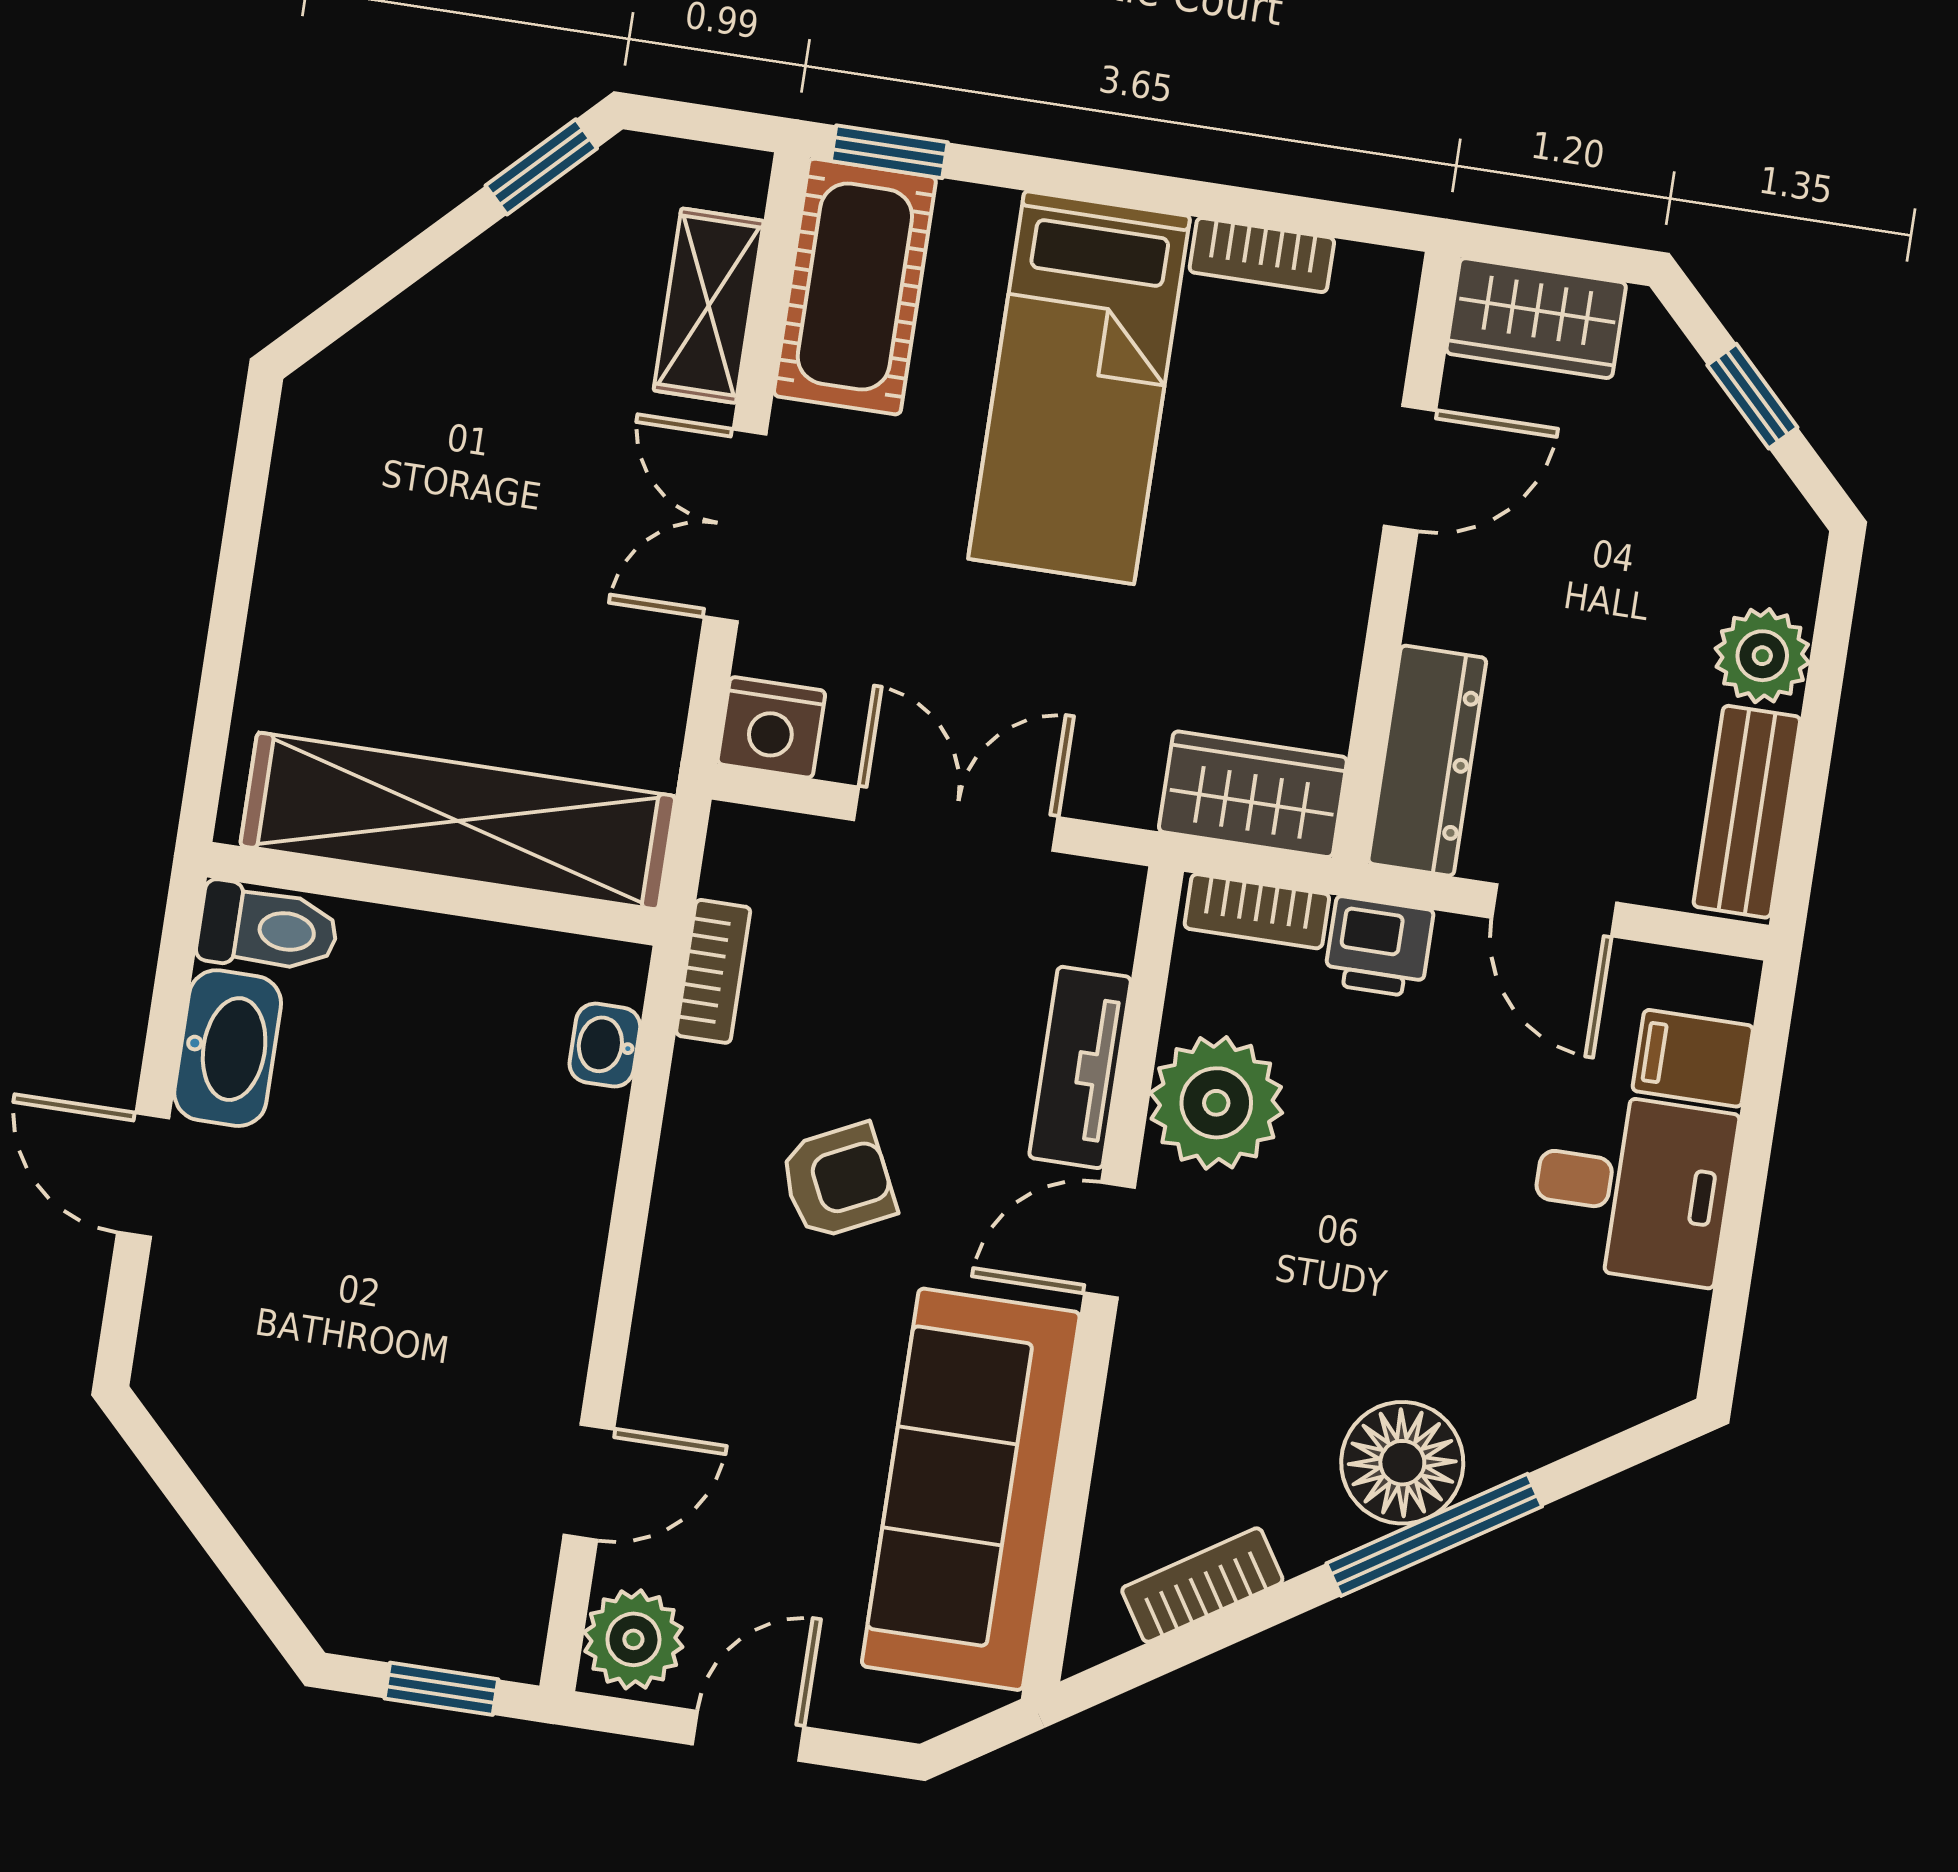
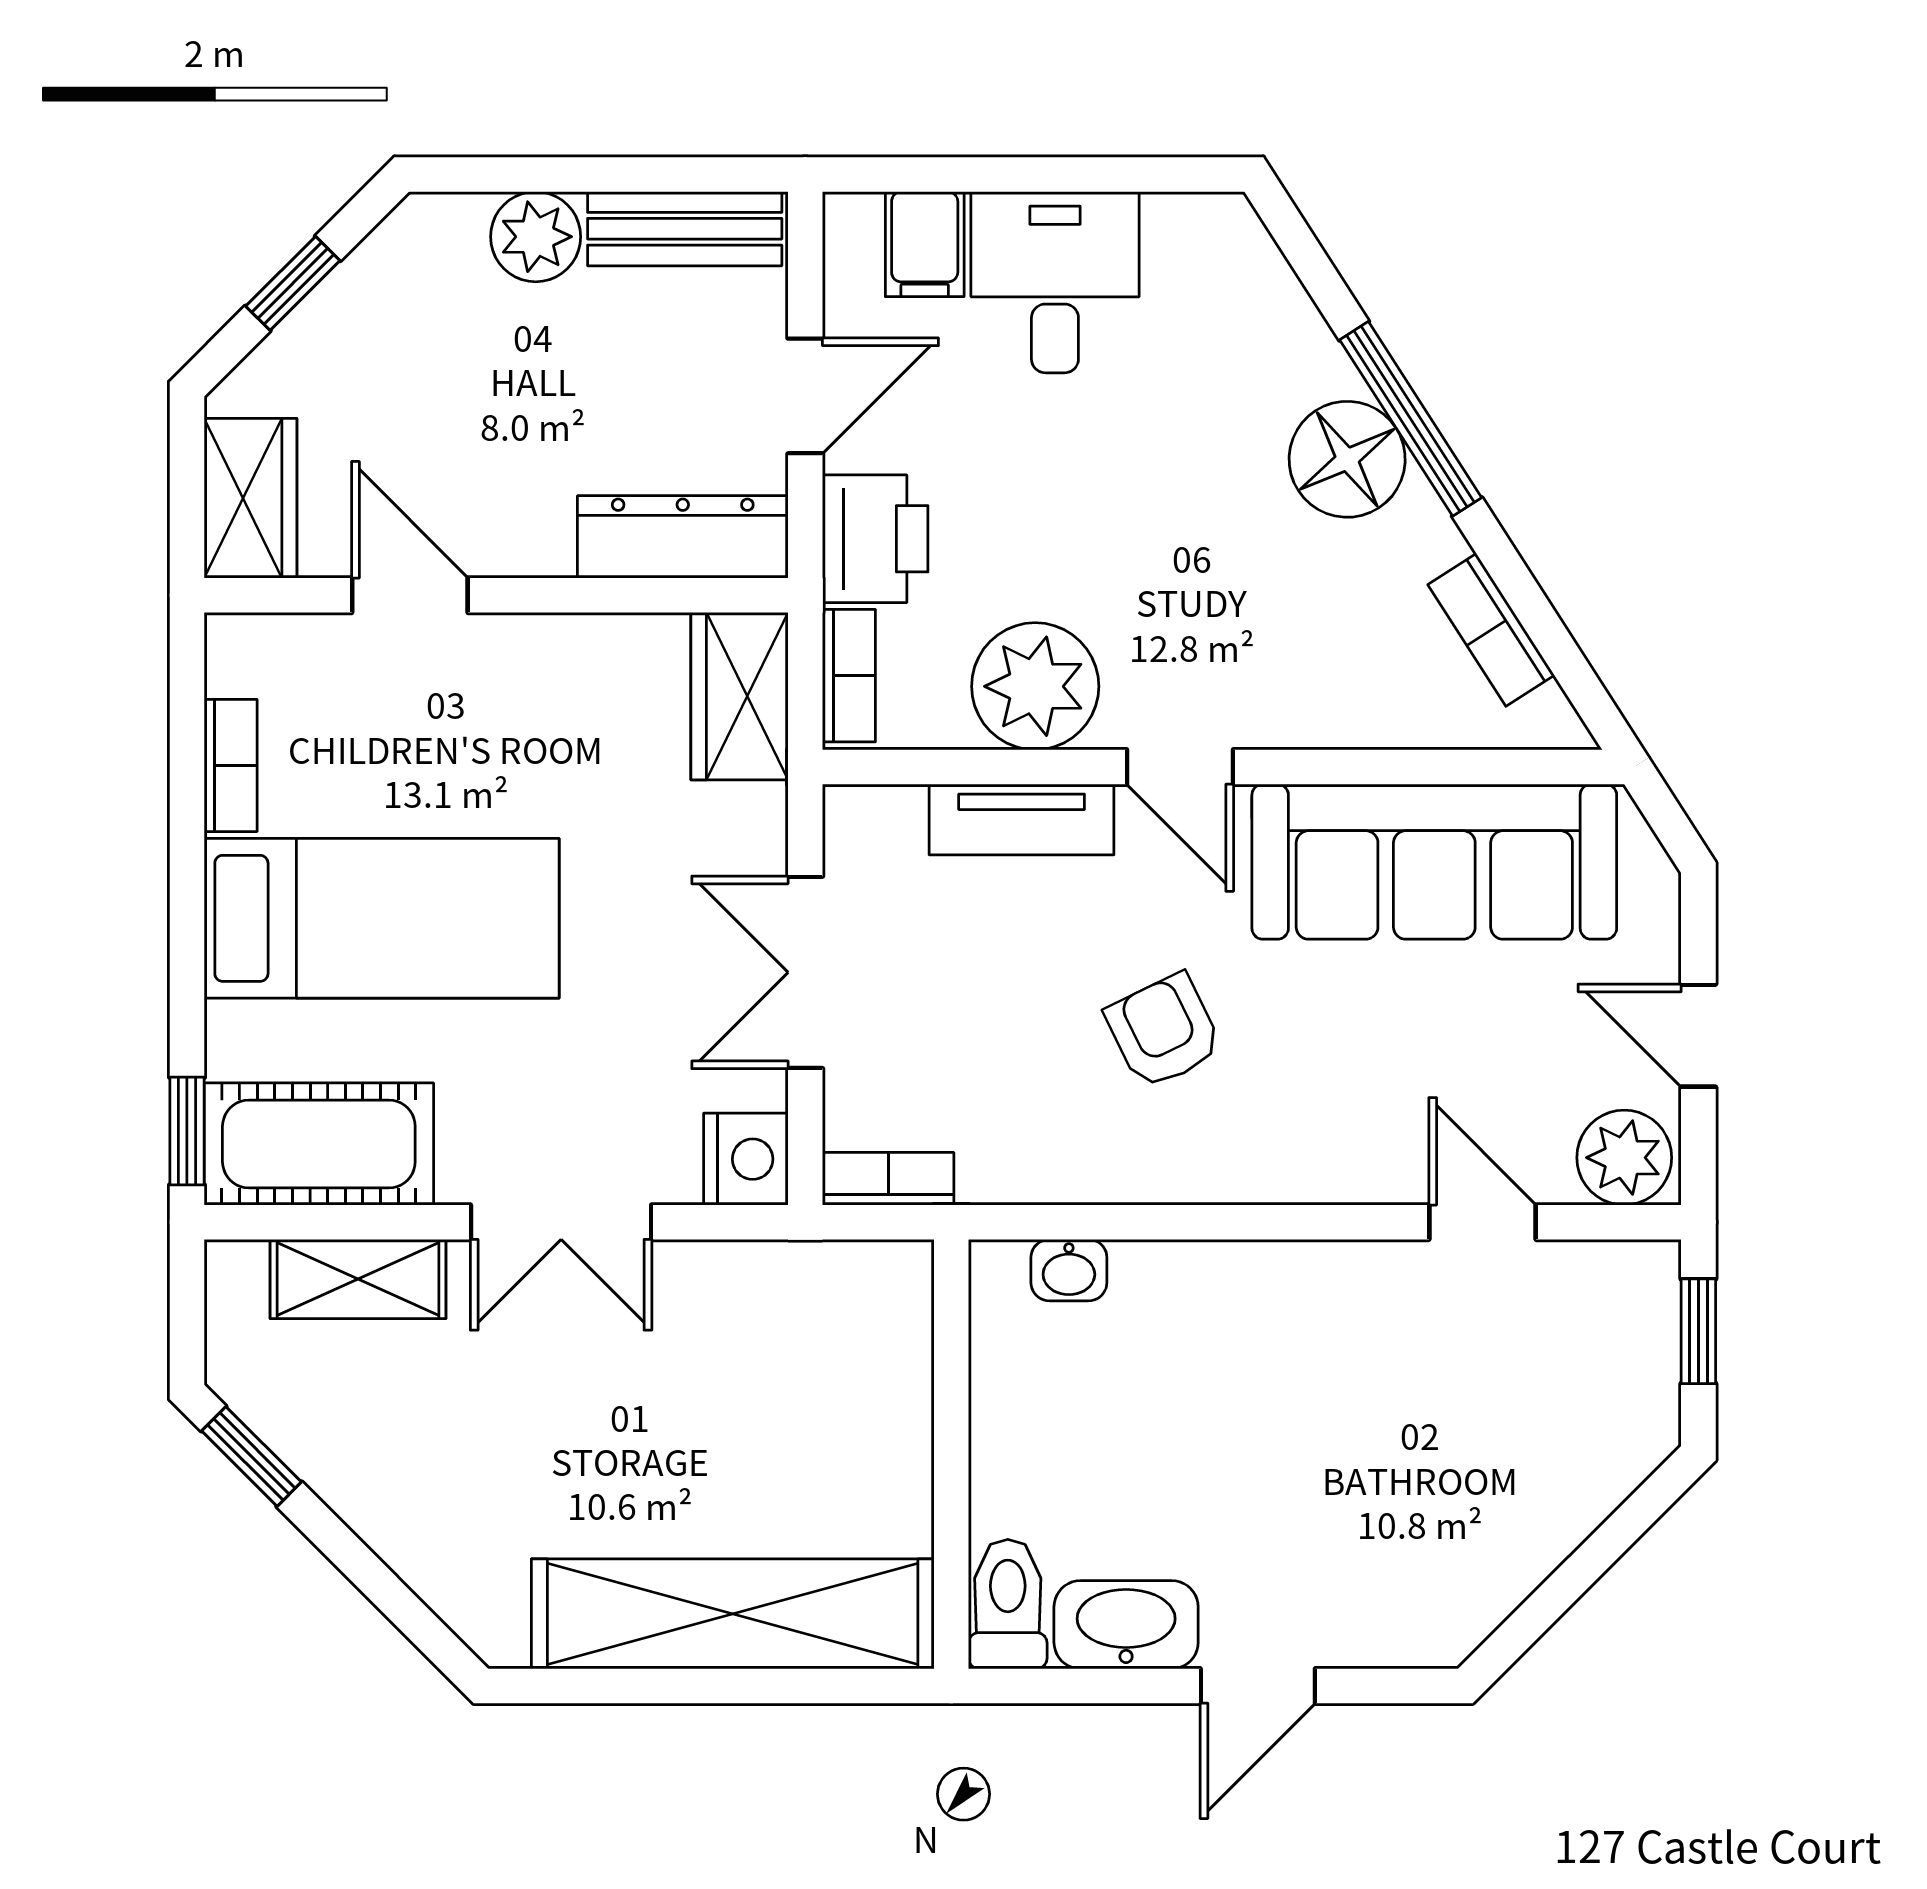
shelving: (458, 821) -> (733, 1614), moved, turned 90
printer: (1379, 947) -> (875, 539), width x1.36, depth x1.24
bookcase: (713, 971) -> (888, 1179), moved

